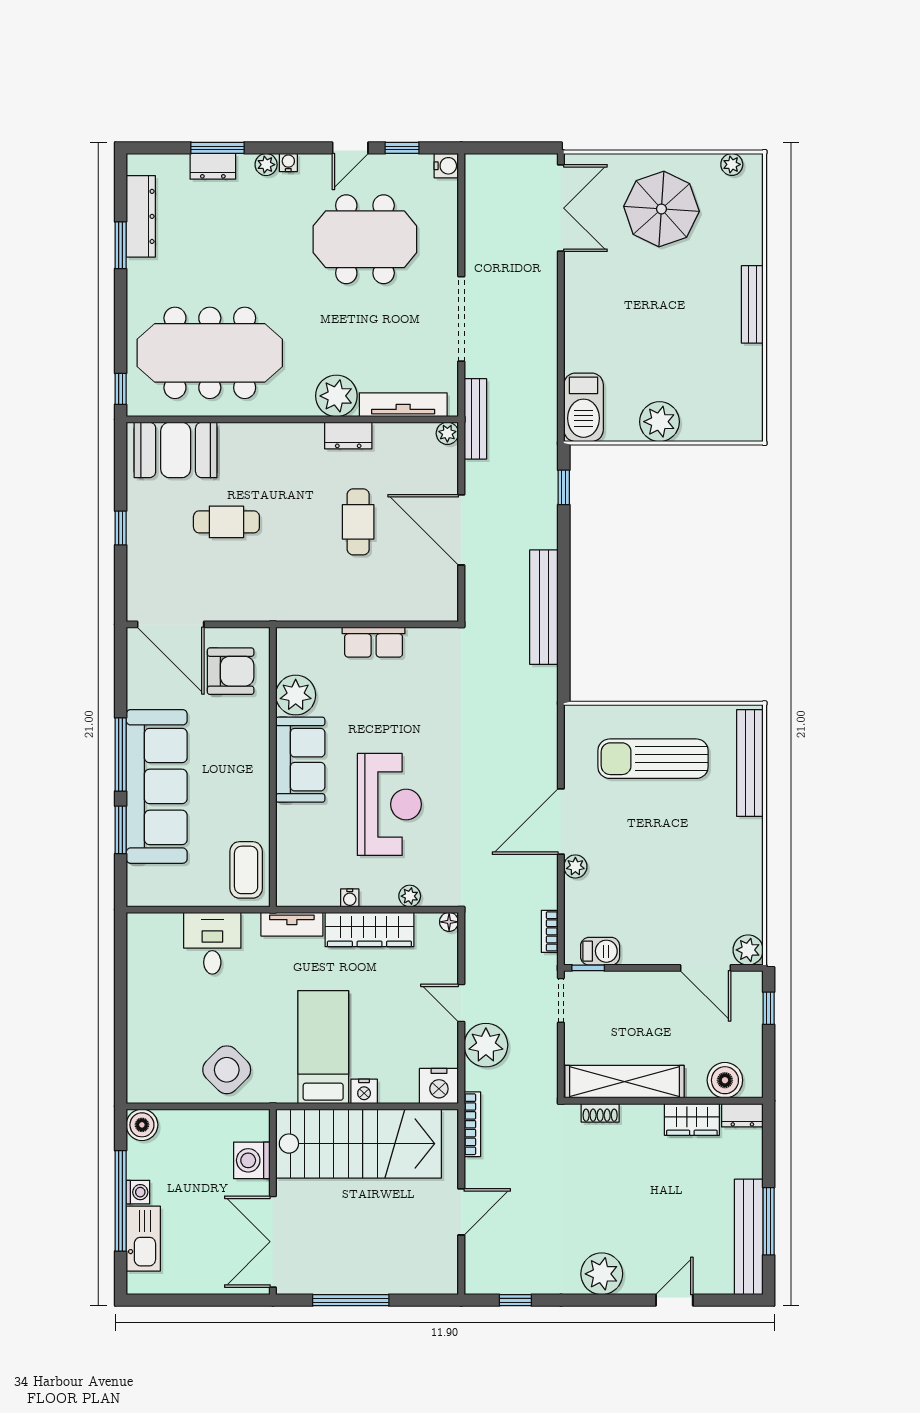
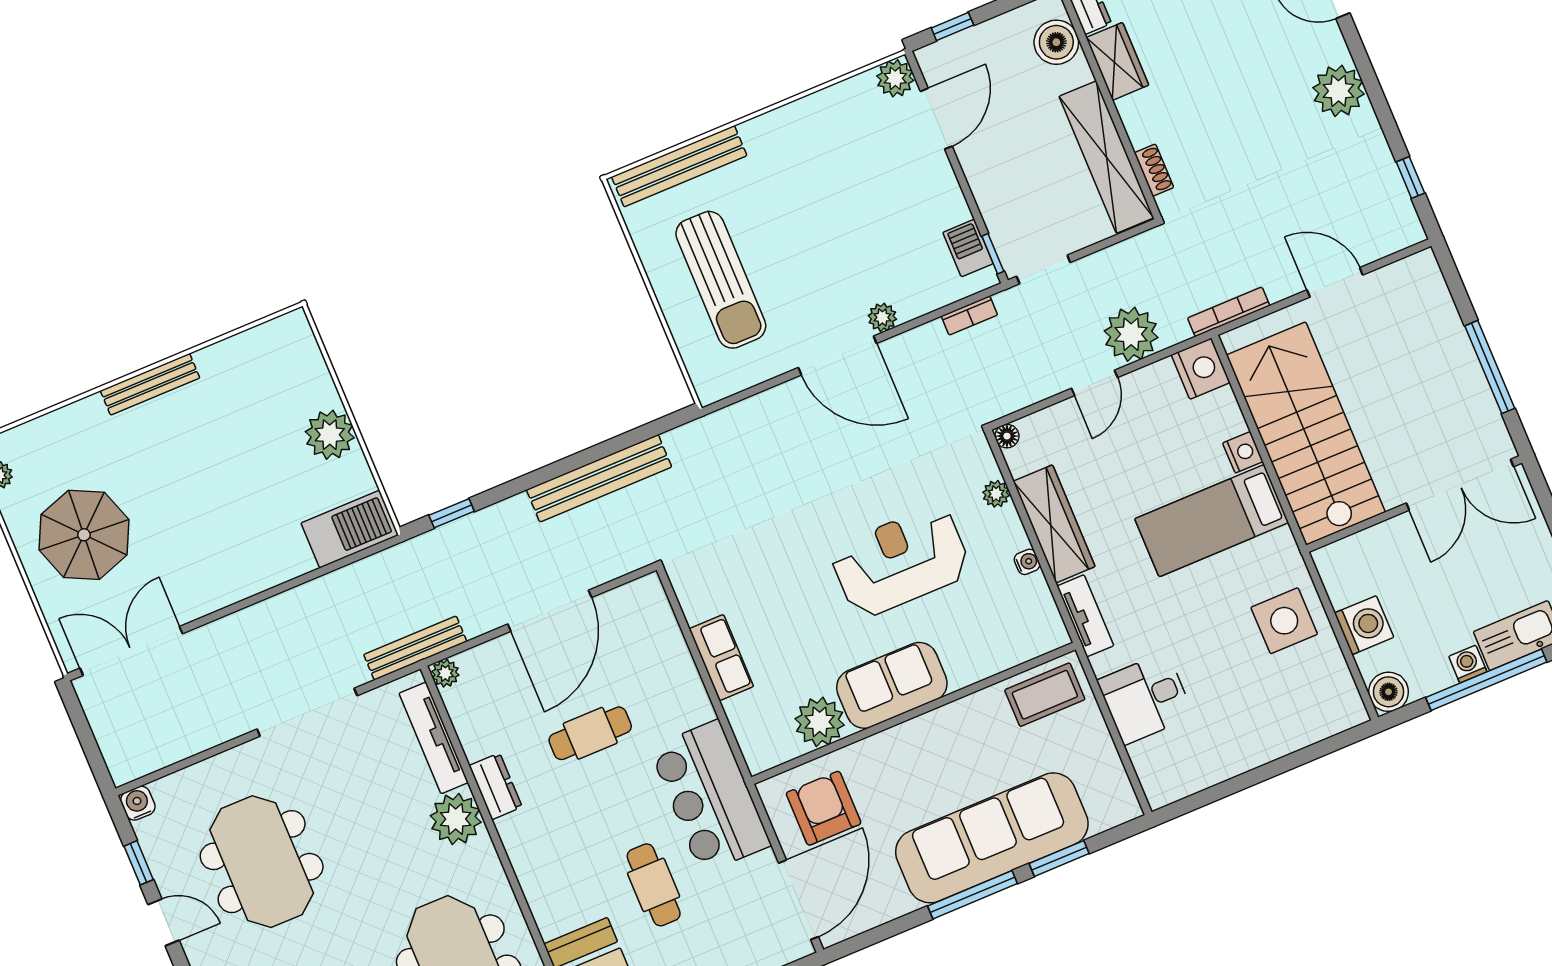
bar counter: (274, 591) -> (710, 797), added
side table: (227, 1070) -> (1284, 621), turned 45
washing machine: (252, 1160) -> (1364, 625), moved, turned -90

